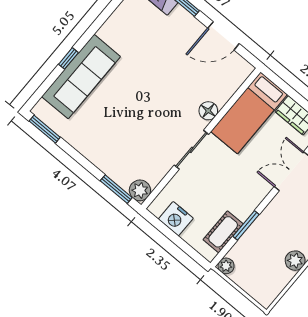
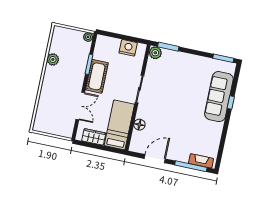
floor lamp: (208, 111) -> (139, 125), moved
cot: (223, 232) -> (97, 76), moved, width x1.37, depth x1.34

